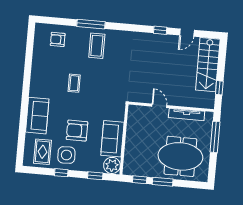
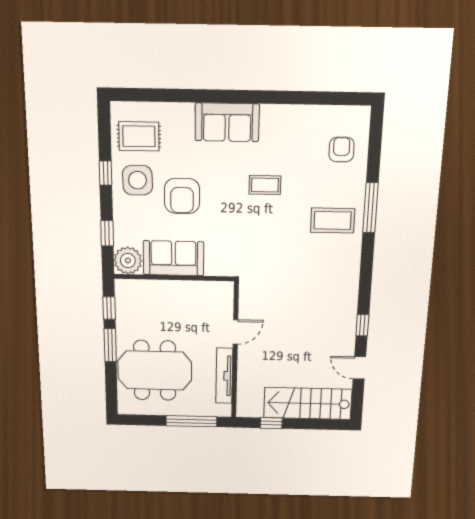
sofa: (37, 116) -> (227, 122), moved
armchair: (77, 131) -> (182, 196), turned 180
meeting table: (180, 156) -> (155, 370), turned 90

